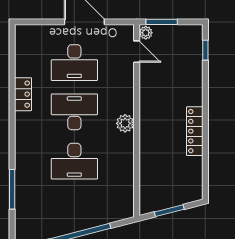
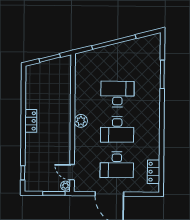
desk: (74, 63) -> (117, 165), turned 180
locker: (23, 94) -> (154, 172), moved
locker: (195, 131) -> (31, 121), width x0.66

